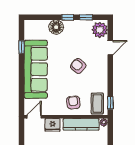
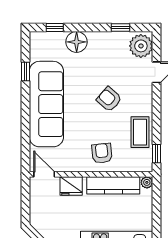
window: (68, 17) -> (55, 27), moved
coffee table: (97, 104) -> (140, 132), moved
door: (34, 117) -> (44, 174), hinge flipped

